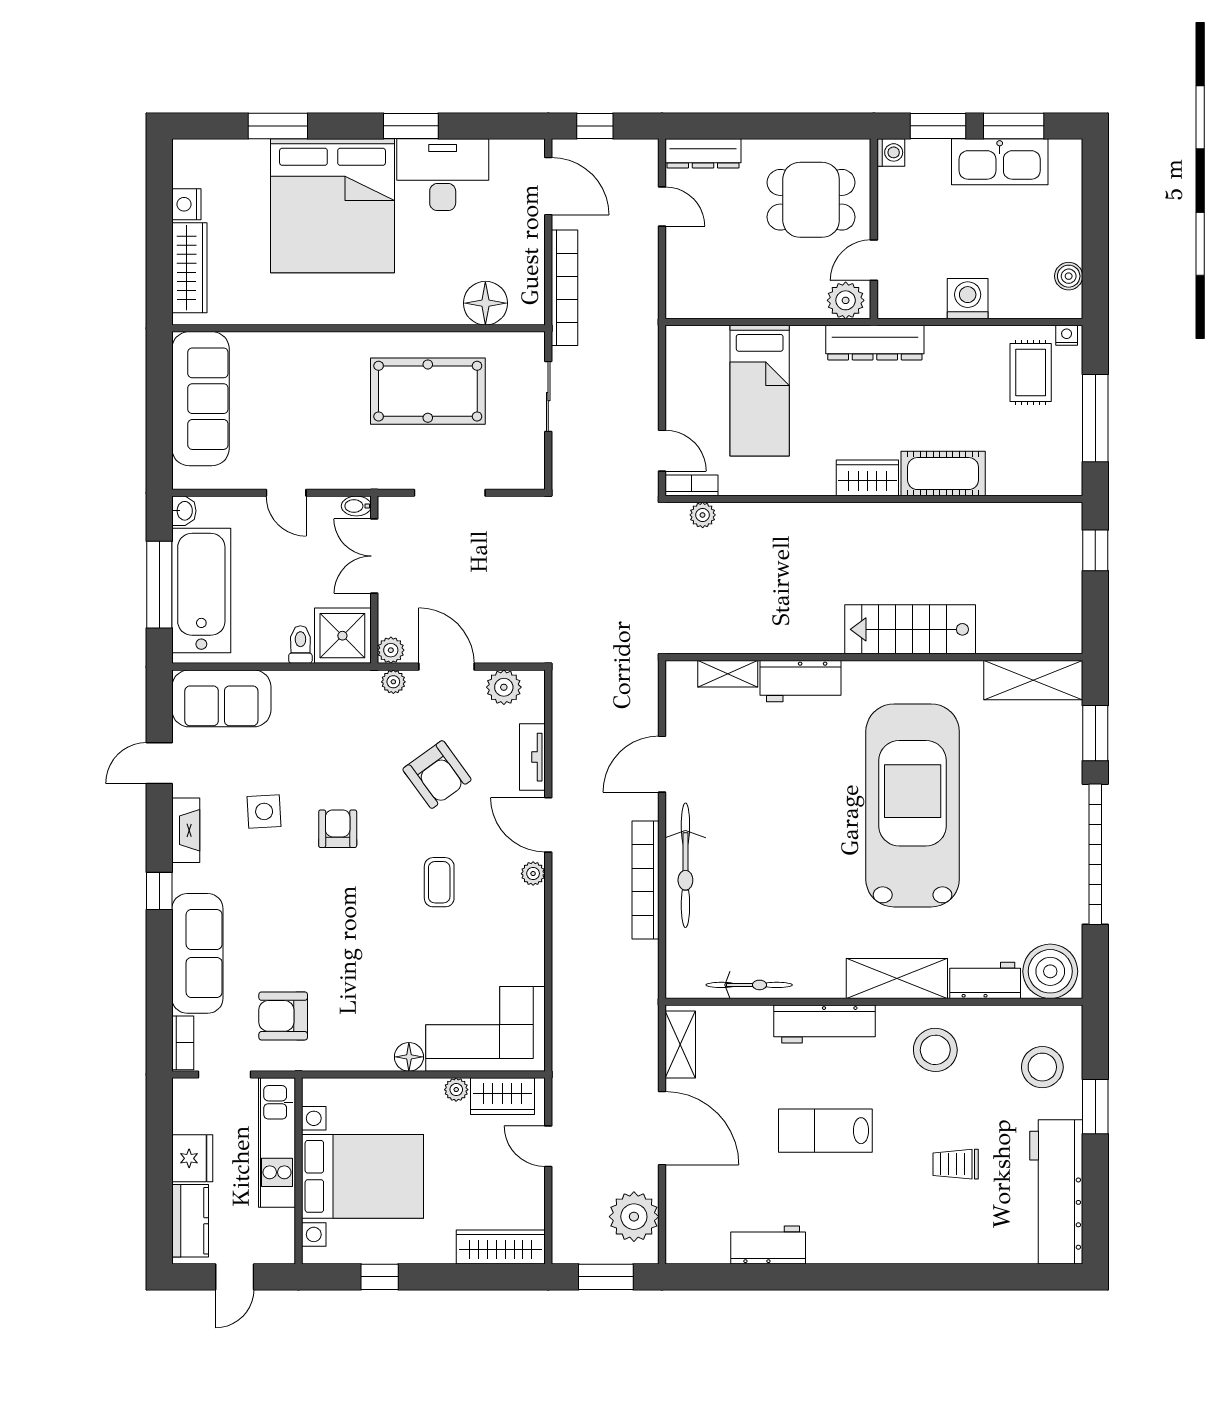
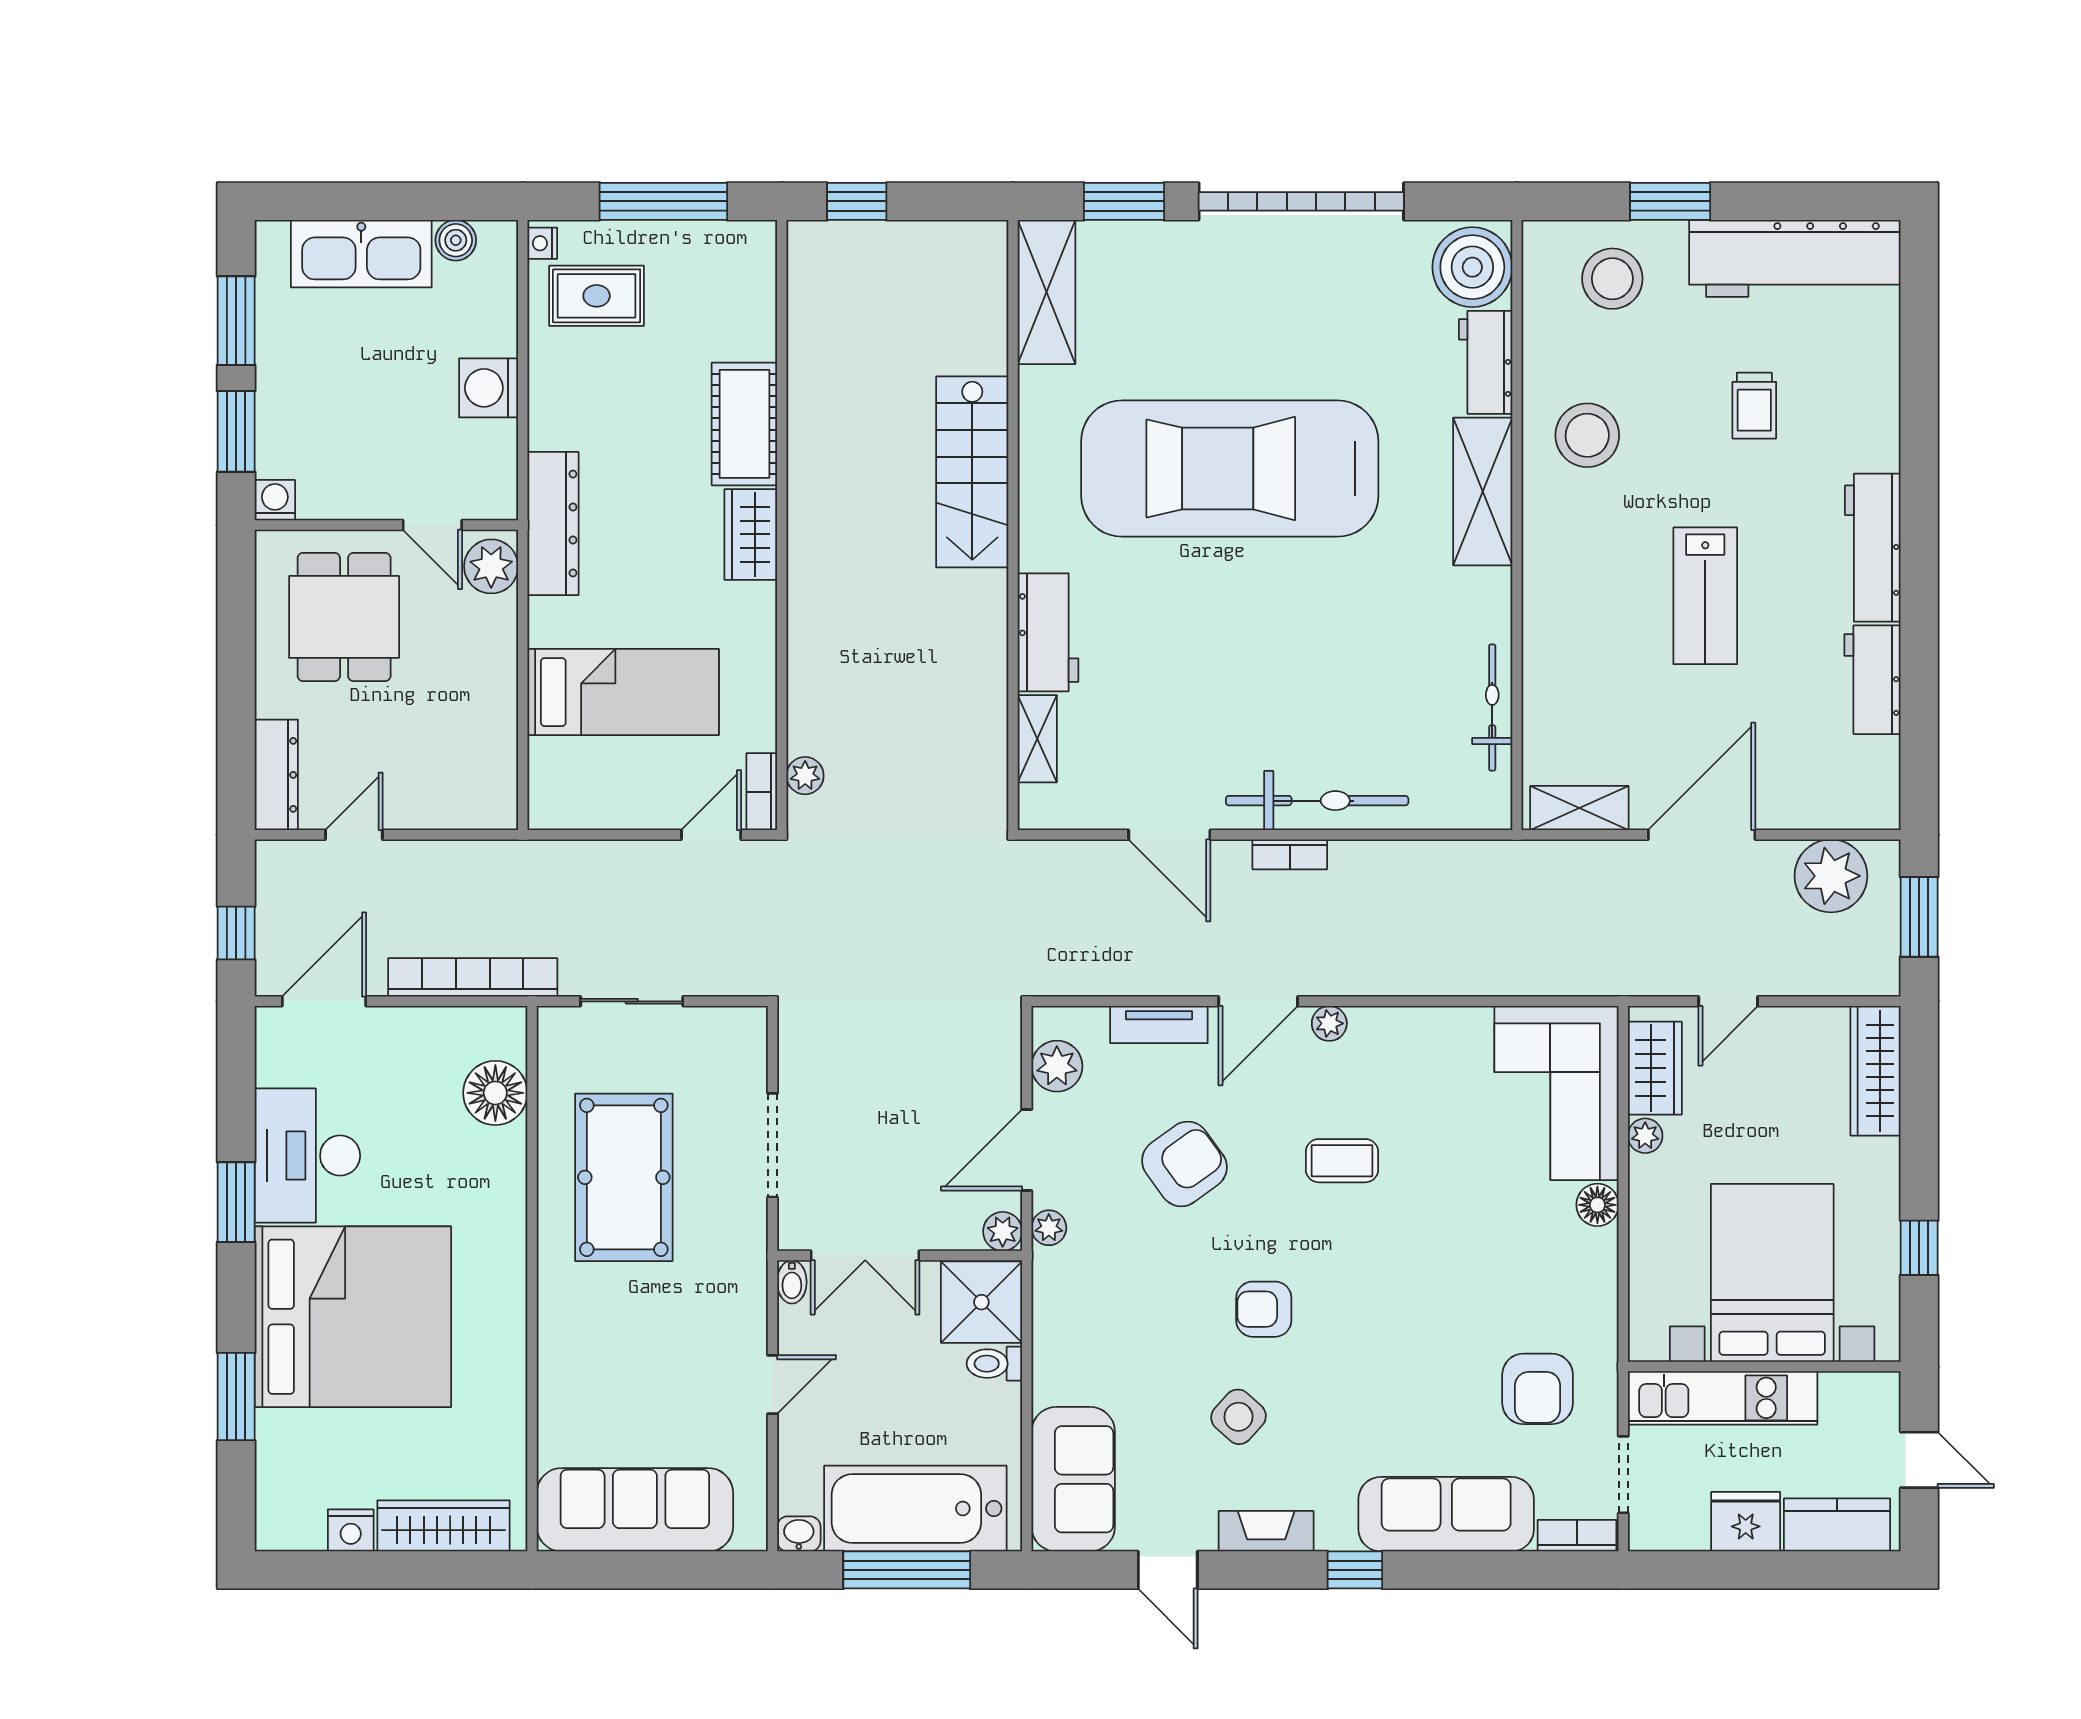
kitchen sink: (1000, 162) -> (361, 254), moved, turned 90
side table: (264, 811) -> (1239, 1417), turned 45
bookcase: (645, 880) -> (1290, 854), width x0.43, depth x0.76
workbench: (825, 1024) -> (1873, 548), moved, turned 180

